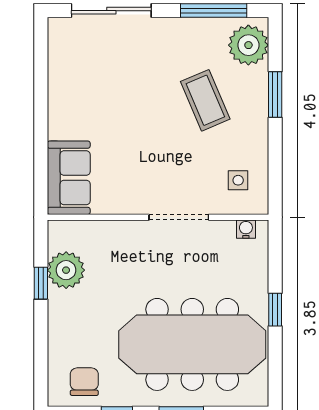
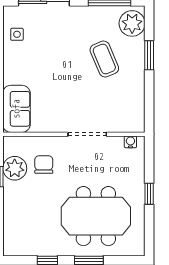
side table: (238, 180) -> (17, 34), moved
meeting table: (192, 344) -> (96, 216), width x0.73
chair: (84, 382) -> (44, 165), moved

